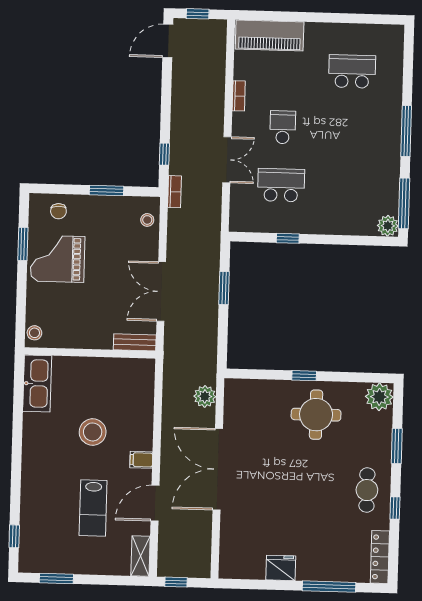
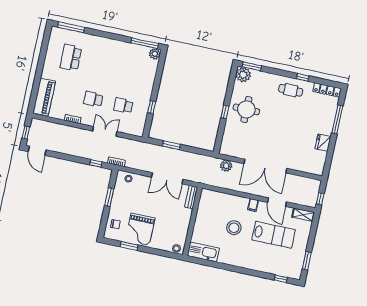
window: (406, 131) -> (71, 27), moved
school desk: (281, 185) -> (123, 106), width x0.54
window: (397, 446) -> (252, 66), moved
lab bench: (93, 508) -> (274, 235), width x1.36, depth x1.39

